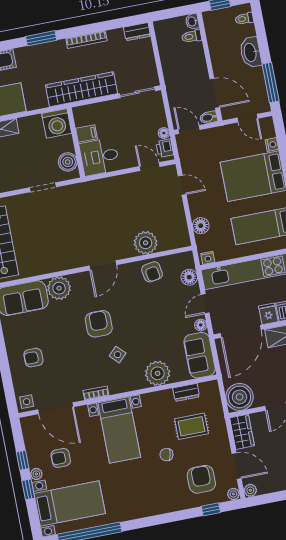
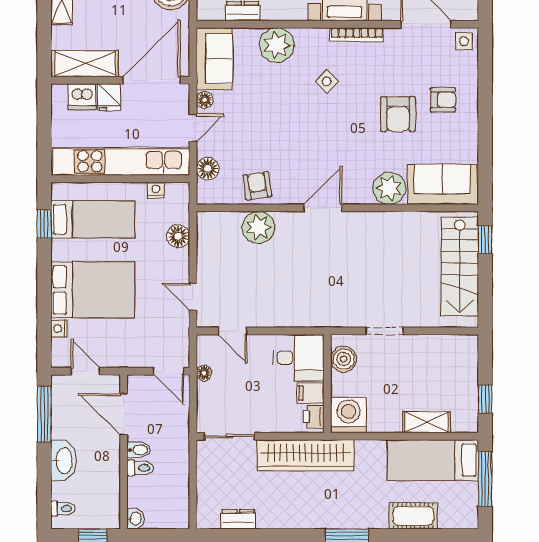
dresser: (137, 32) -> (238, 519), moved
toilet: (192, 36) -> (140, 468), moved
bookcase: (86, 40) -> (285, 522), removed
bidet: (209, 117) -> (139, 450), moved
printer: (165, 148) -> (313, 417), moved, turned 180
nightstand: (208, 258) -> (156, 190), moved
armchair: (99, 324) -> (398, 114), moved
bookcase: (96, 393) -> (357, 35), width x1.56

